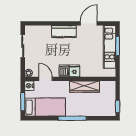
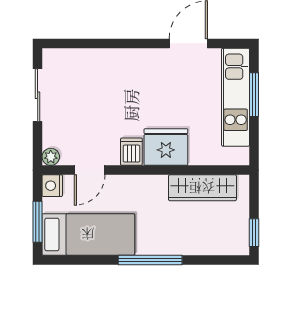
kitchen counter: (64, 32) -> (132, 62), removed
fridge: (74, 71) -> (166, 147), width x1.88, depth x1.34
door: (46, 79) -> (90, 170), swing flipped
wardrobe: (85, 87) -> (202, 188), moved

